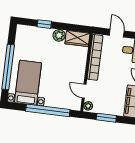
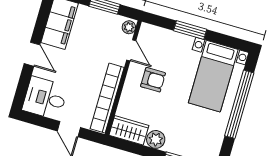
armchair: (67, 74) -> (153, 80), added
window: (48, 110) -> (190, 30), width x0.47

